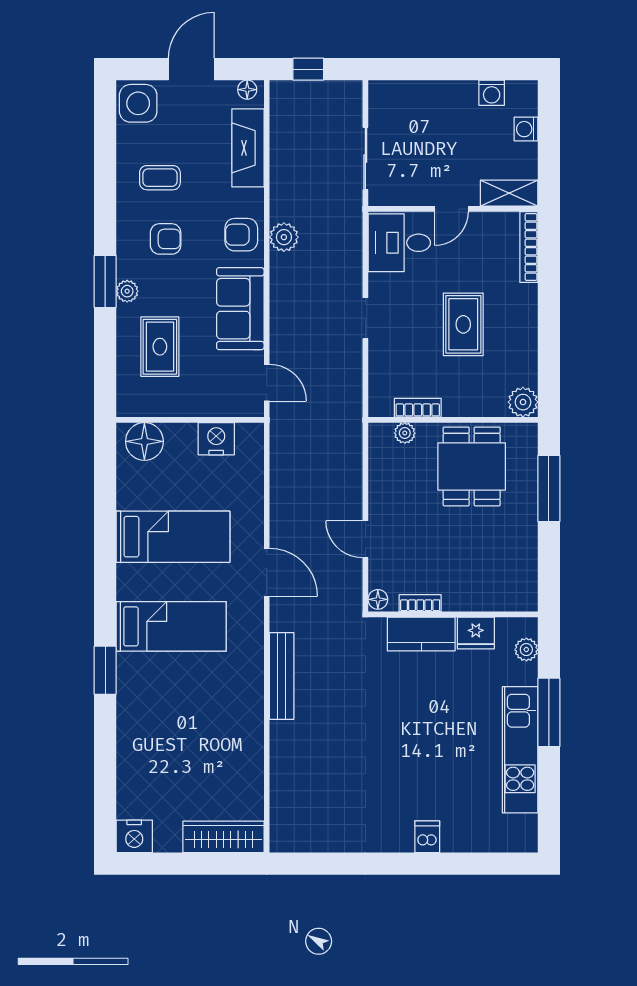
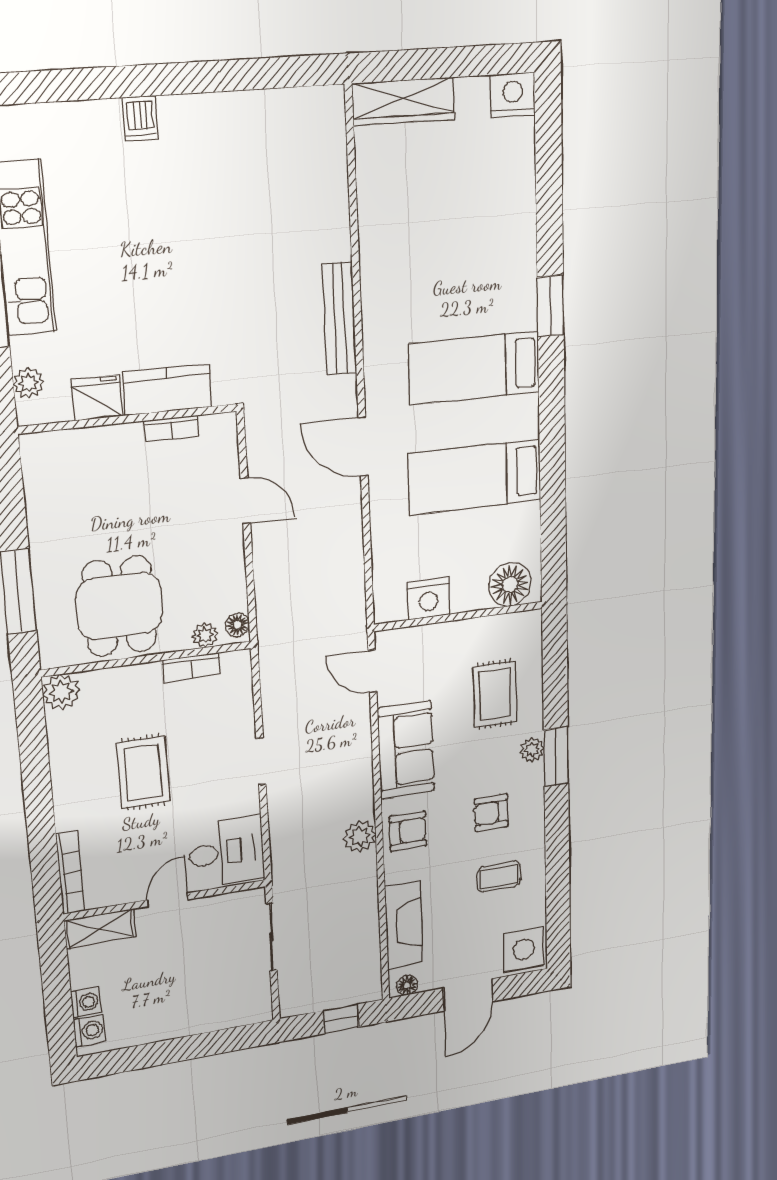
washing machine: (492, 93) -> (89, 1031), moved, turned 90
floor lamp: (378, 599) -> (237, 625), moved

